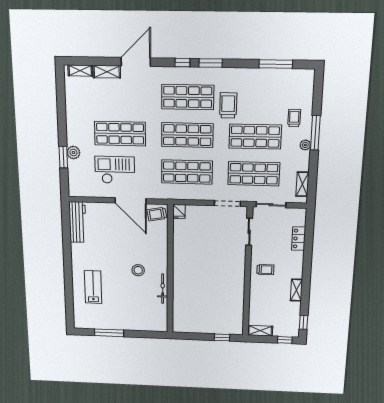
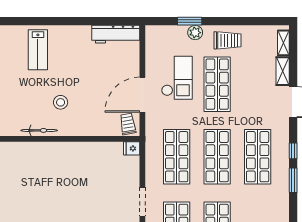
trolley: (228, 105) -> (228, 40), moved
lab bench: (93, 287) -> (38, 50), turned 90

